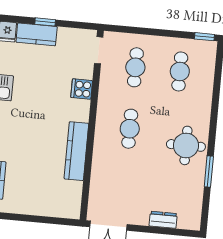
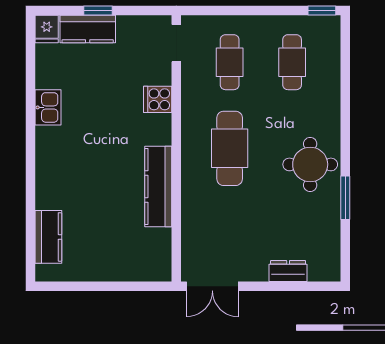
cafe table: (130, 129) -> (230, 148), width x1.37, depth x1.35

